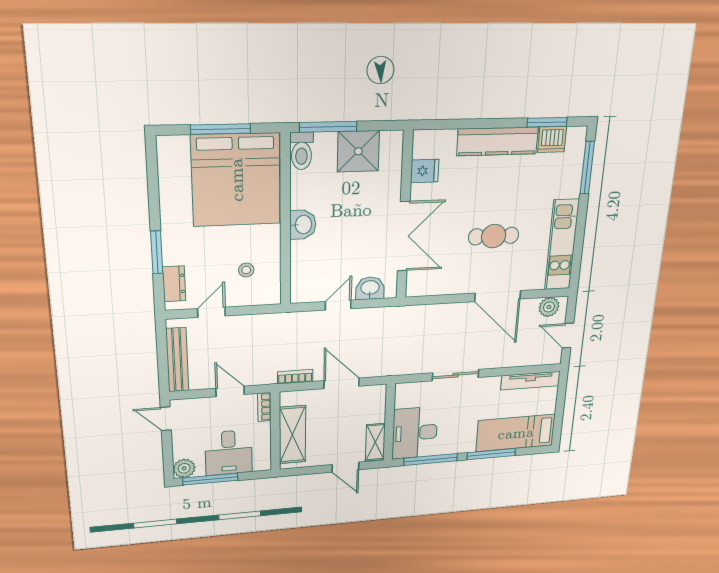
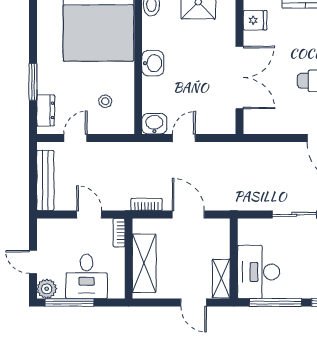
washbasin: (370, 288) -> (154, 124), moved
door: (166, 419) -> (33, 262), moved

